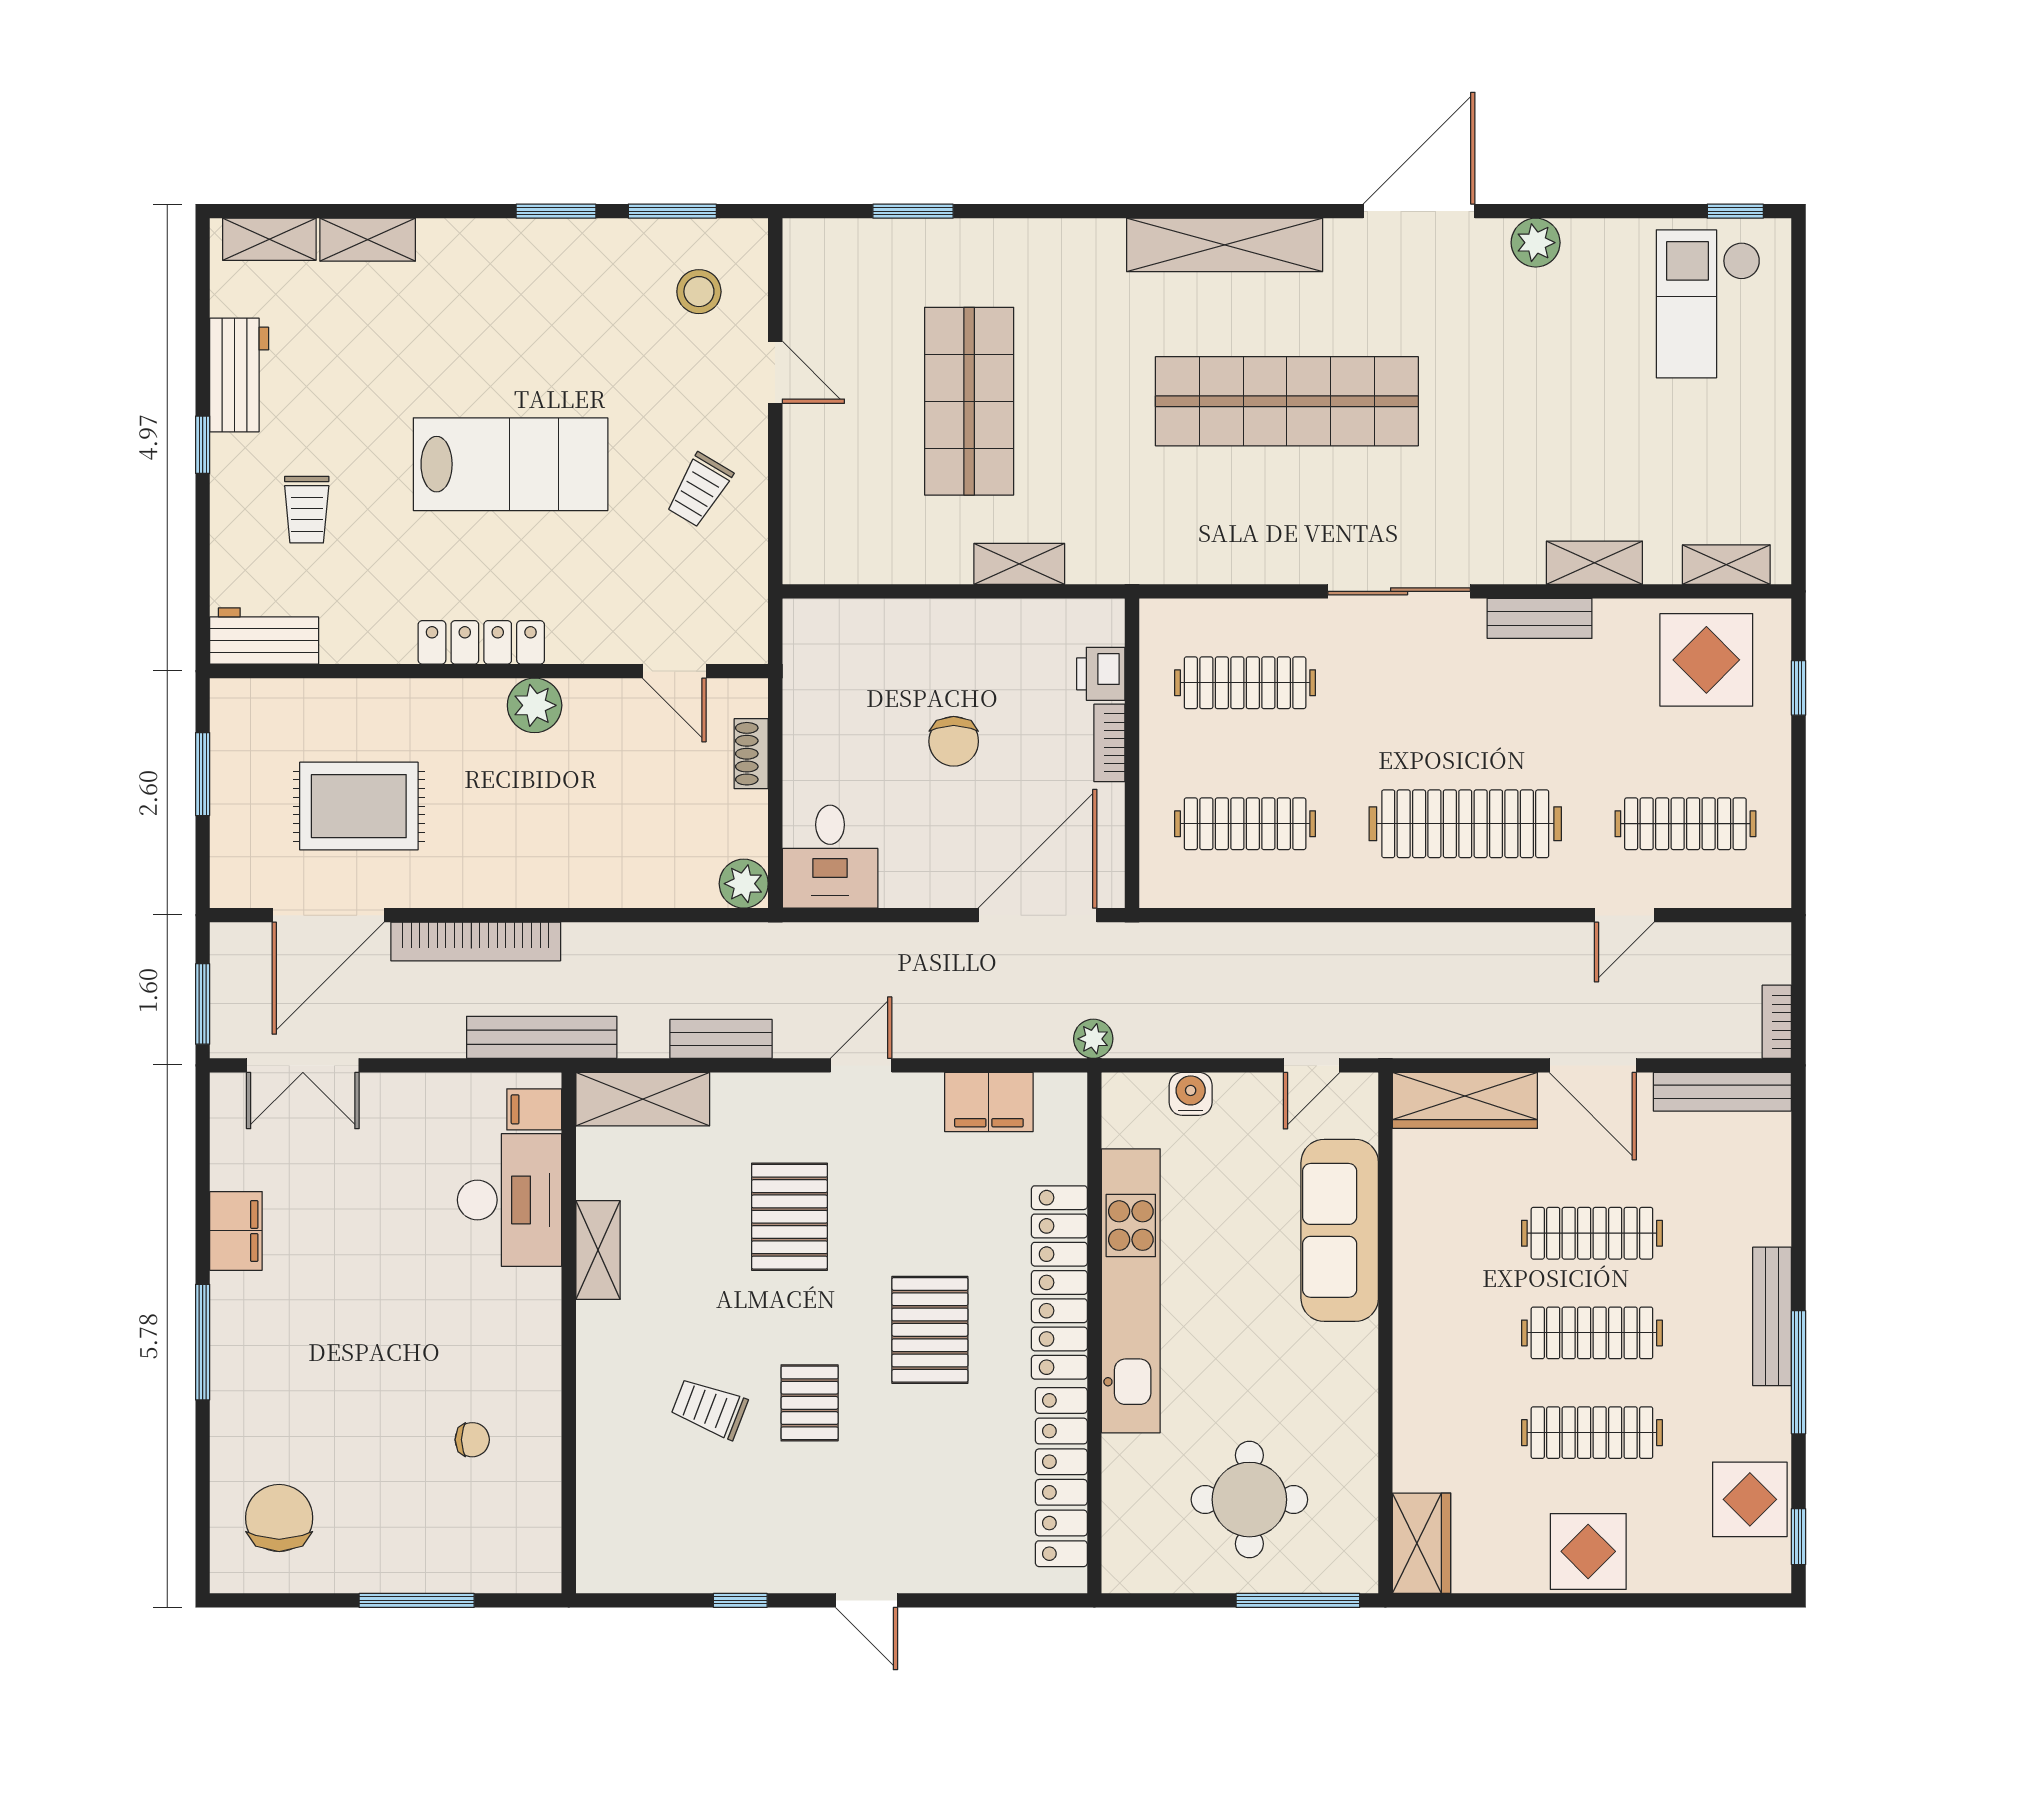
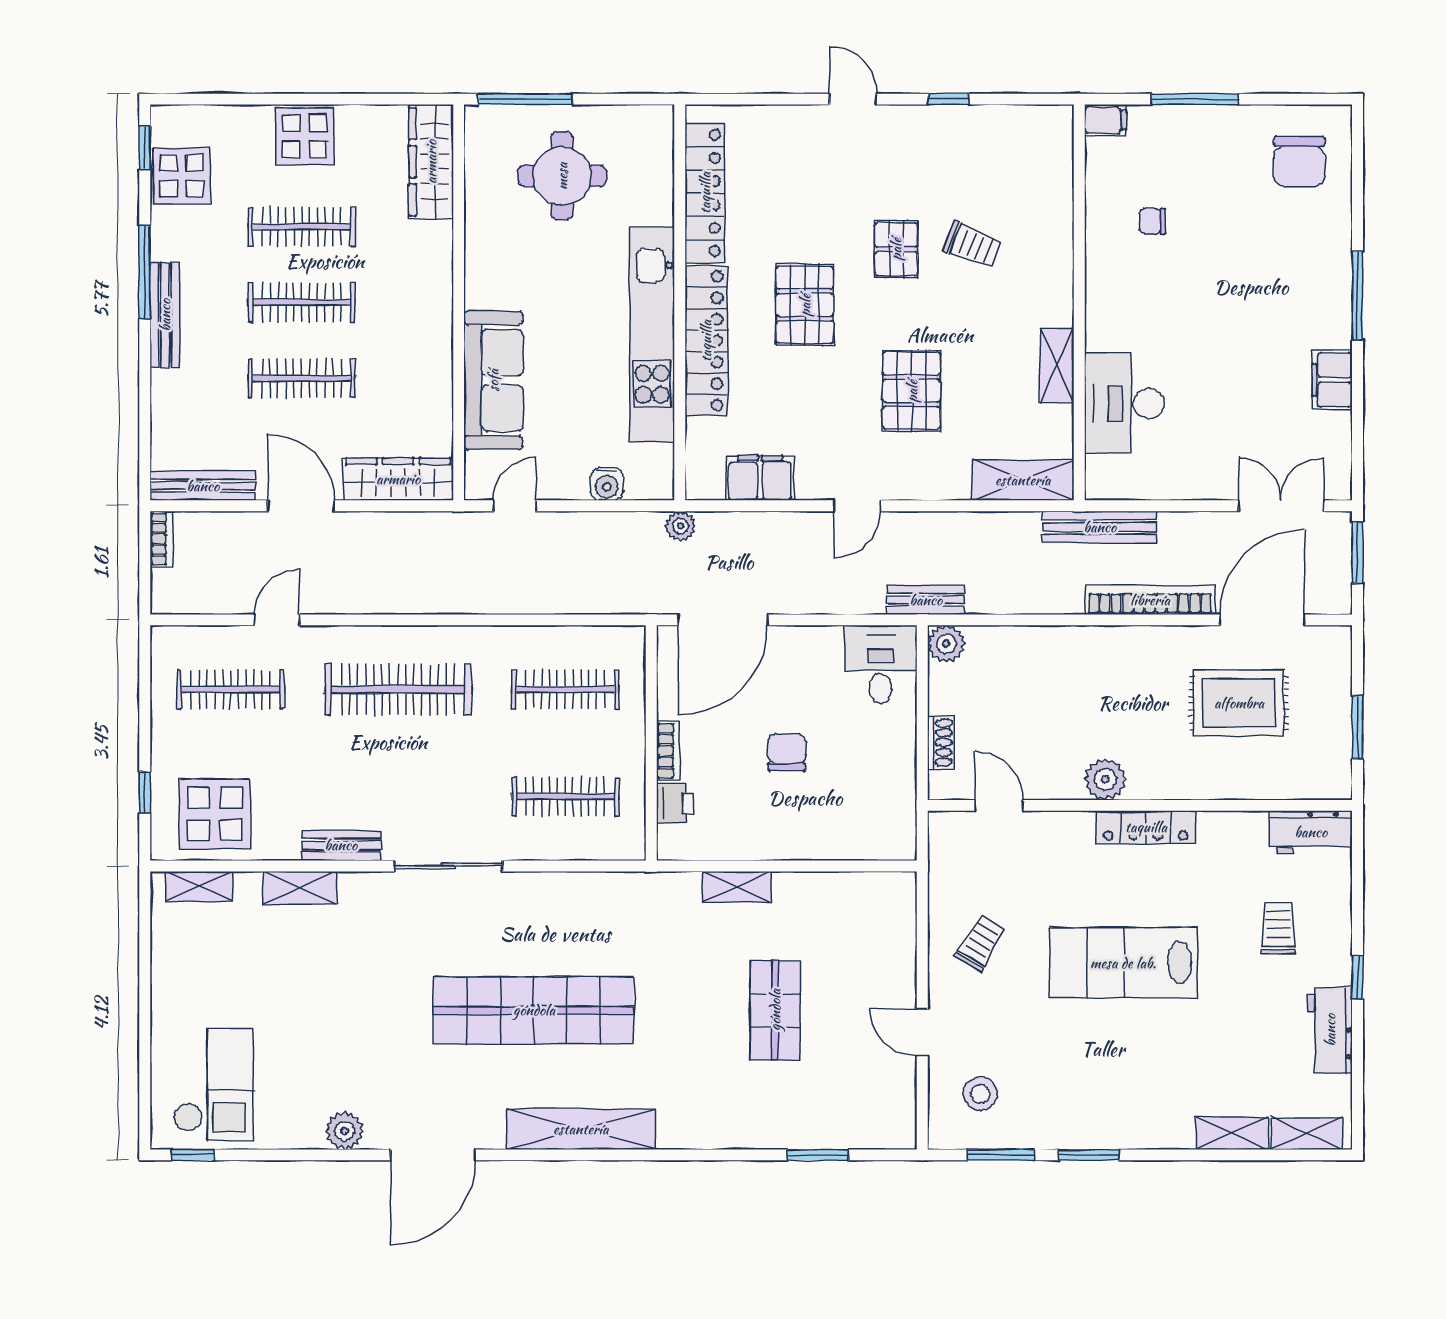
shop shelf: (969, 401) -> (775, 1010), width x0.70, depth x0.74
bench: (721, 1039) -> (926, 600), moved
filing cabinet: (534, 1109) -> (1105, 120), moved
wardrobe: (1422, 1543) -> (431, 162), width x1.50

